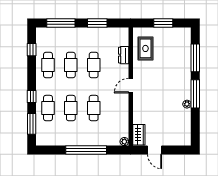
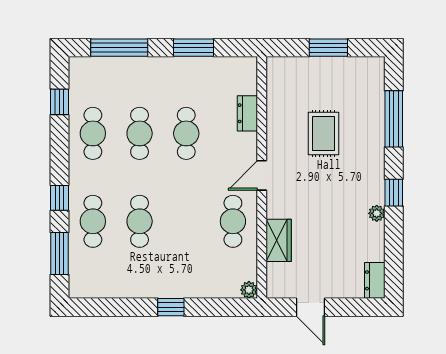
rug: (145, 48) -> (323, 133), moved
window: (195, 94) -> (394, 193), width x0.46
cafe table: (94, 108) -> (233, 221), moved
wardrobe: (139, 135) -> (279, 240), moved
dresser: (186, 137) -> (375, 280), added
window: (86, 150) -> (171, 307), width x0.32

